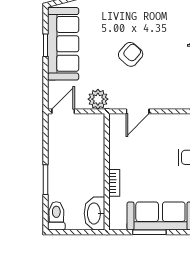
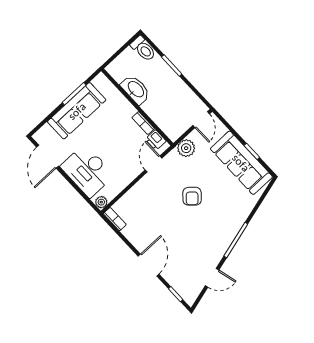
printer: (117, 130) -> (156, 140), added
bookcase: (114, 183) -> (143, 123), moved
washbasin: (95, 213) -> (136, 90), moved

